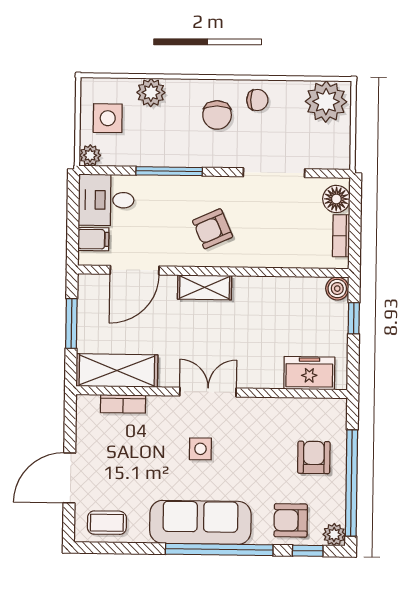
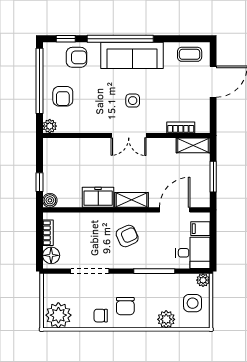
chair: (217, 115) -> (125, 306), turned 180
shelving: (117, 371) -> (193, 145), width x0.67, depth x0.75
freezer: (309, 373) -> (98, 197), moved, turned 180
plant: (334, 534) -> (50, 126), moved

